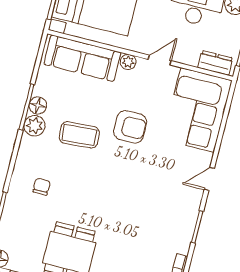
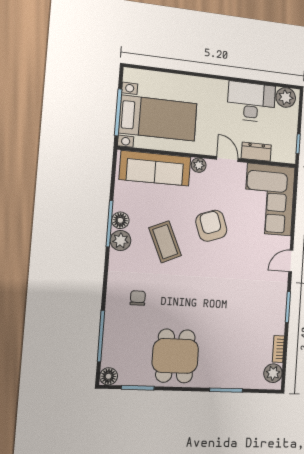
door: (160, 60) -> (227, 159), hinge flipped
dresser: (215, 63) -> (256, 152), moved
armchair: (130, 127) -> (211, 226), turned -109
coffee table: (79, 135) -> (165, 242), turned 70

